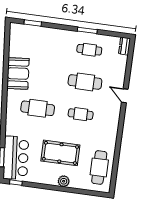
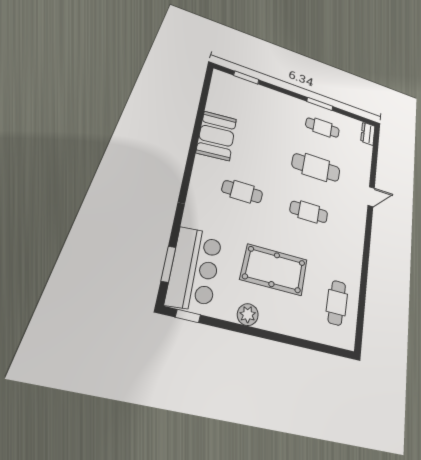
door: (125, 96) -> (371, 197), swing flipped
cafe table: (38, 108) -> (242, 192), width x0.73, depth x0.74
cafe table: (99, 167) -> (337, 303), width x0.73, depth x0.74
plant: (64, 181) -> (248, 315), moved

